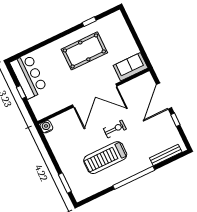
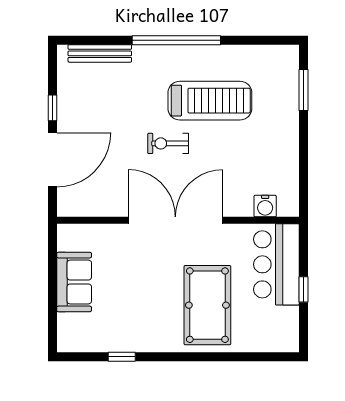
pool table: (84, 51) -> (207, 305), moved, turned 90
sofa: (131, 67) -> (74, 282), moved, turned -90
bar counter: (29, 76) -> (276, 264), moved
water cooler: (46, 127) -> (265, 206), moved

